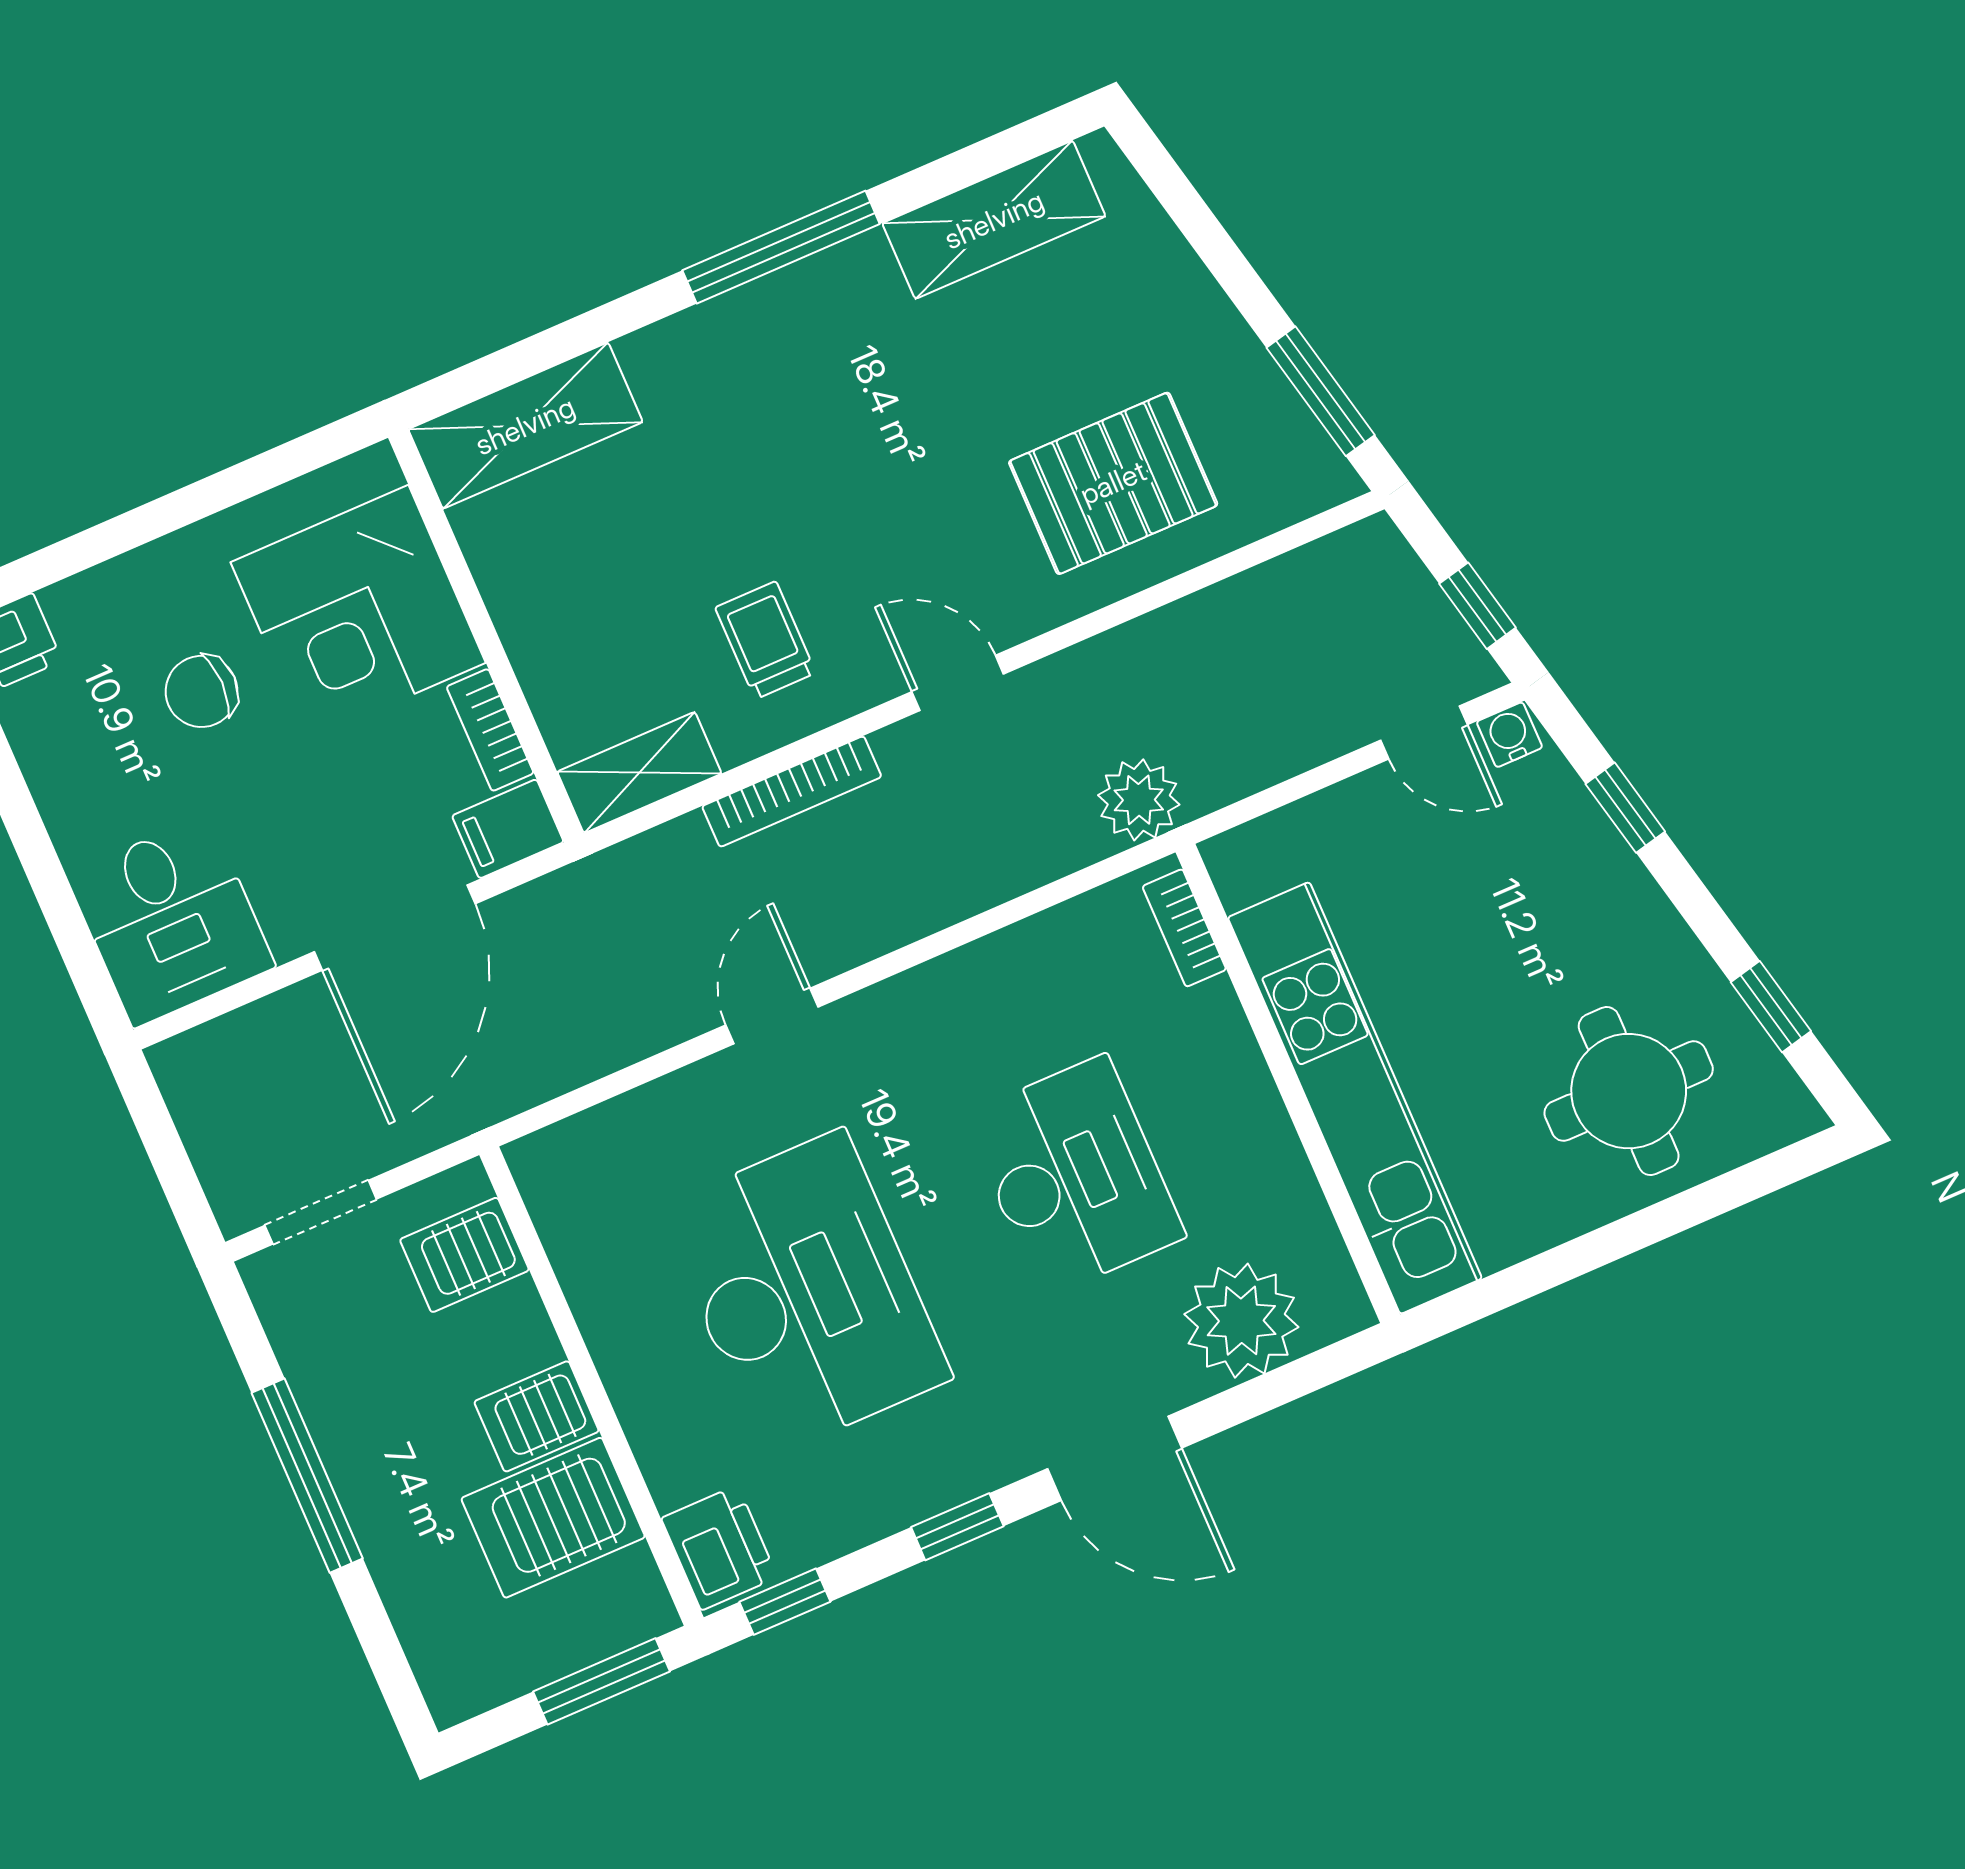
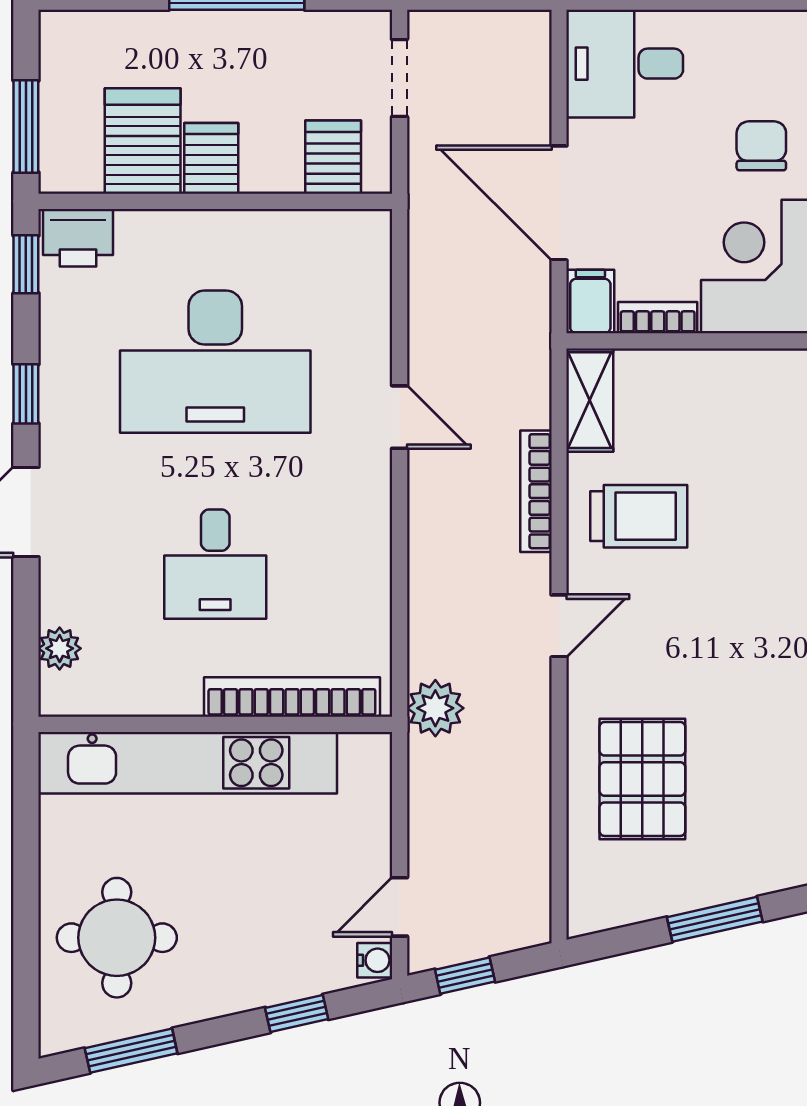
window: (1321, 391) -> (715, 919), moved
trolley: (765, 640) -> (639, 516), width x1.36, depth x1.39
bookcase: (1184, 928) -> (292, 697), width x2.31, depth x1.31
window: (1771, 1007) -> (131, 1051), width x1.50
desk: (1074, 1176) -> (215, 564), width x0.73
plant: (1241, 1321) -> (60, 648), width x0.53, depth x0.53

